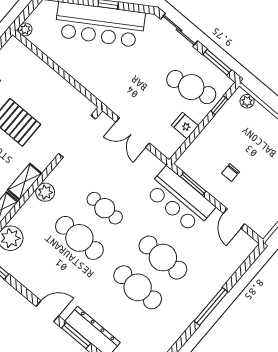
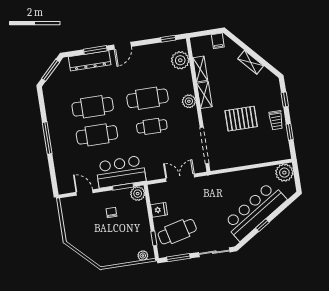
plant: (25, 29) -> (284, 173), width x1.87, depth x1.87
plant: (187, 162) -> (138, 194), added

